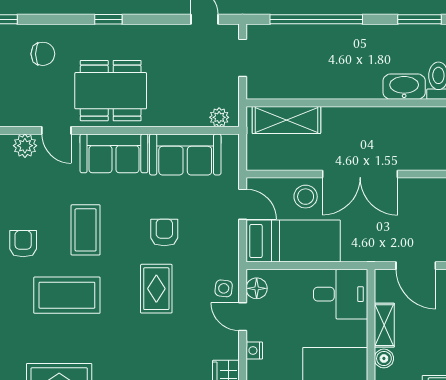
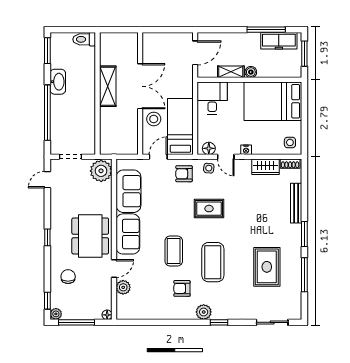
washbasin: (404, 87) -> (58, 82), moved, turned 180
plant: (219, 117) -> (101, 171), width x1.87, depth x1.87
shelving: (286, 120) -> (108, 86), moved
coffee table: (86, 230) -> (174, 251), turned 90
armchair: (164, 232) -> (184, 174), moved
door: (243, 317) -> (226, 157), hinge flipped

